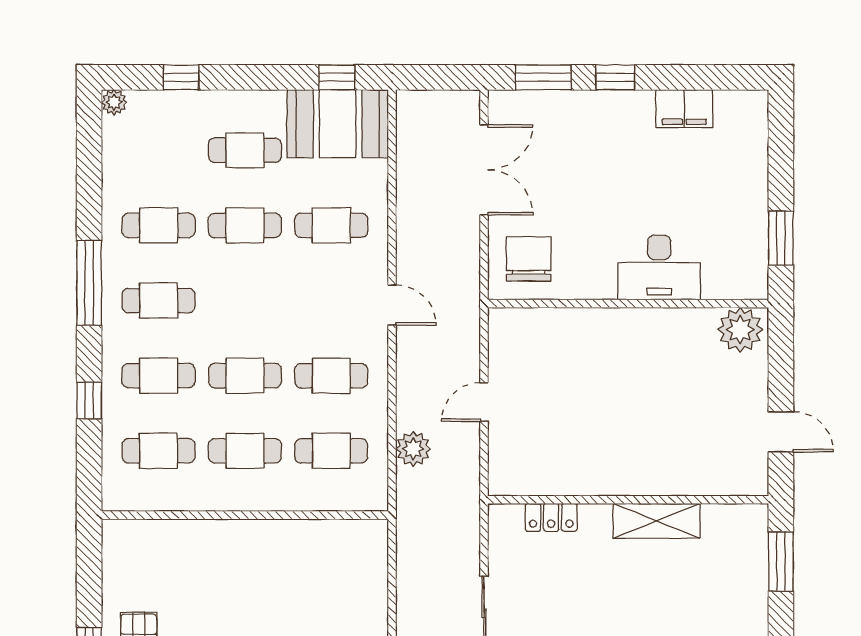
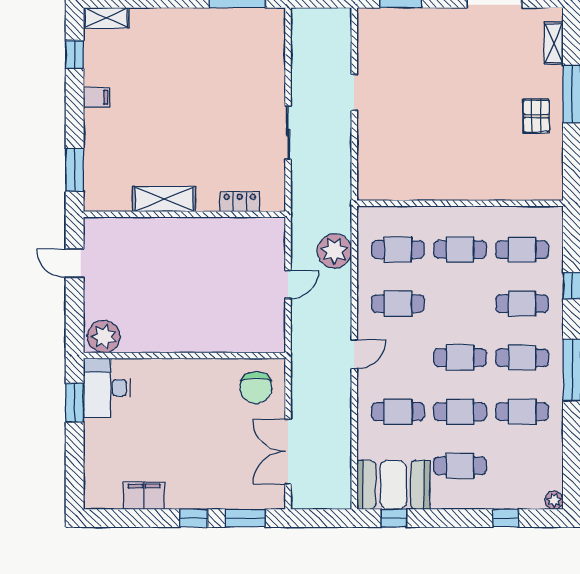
desk: (659, 268) -> (107, 388), moved, turned -90
door: (392, 305) -> (354, 354), swing flipped
cafe table: (245, 376) -> (460, 358), moved
plant: (413, 449) -> (334, 251), width x1.36, depth x1.36

